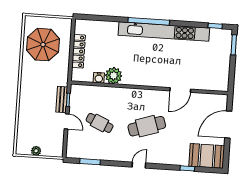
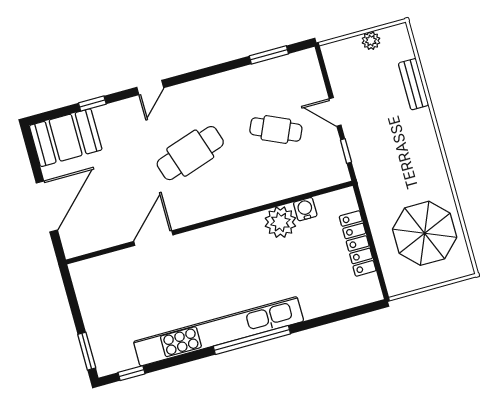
bench: (62, 99) -> (413, 84), moved
door: (139, 165) -> (150, 88), moved

